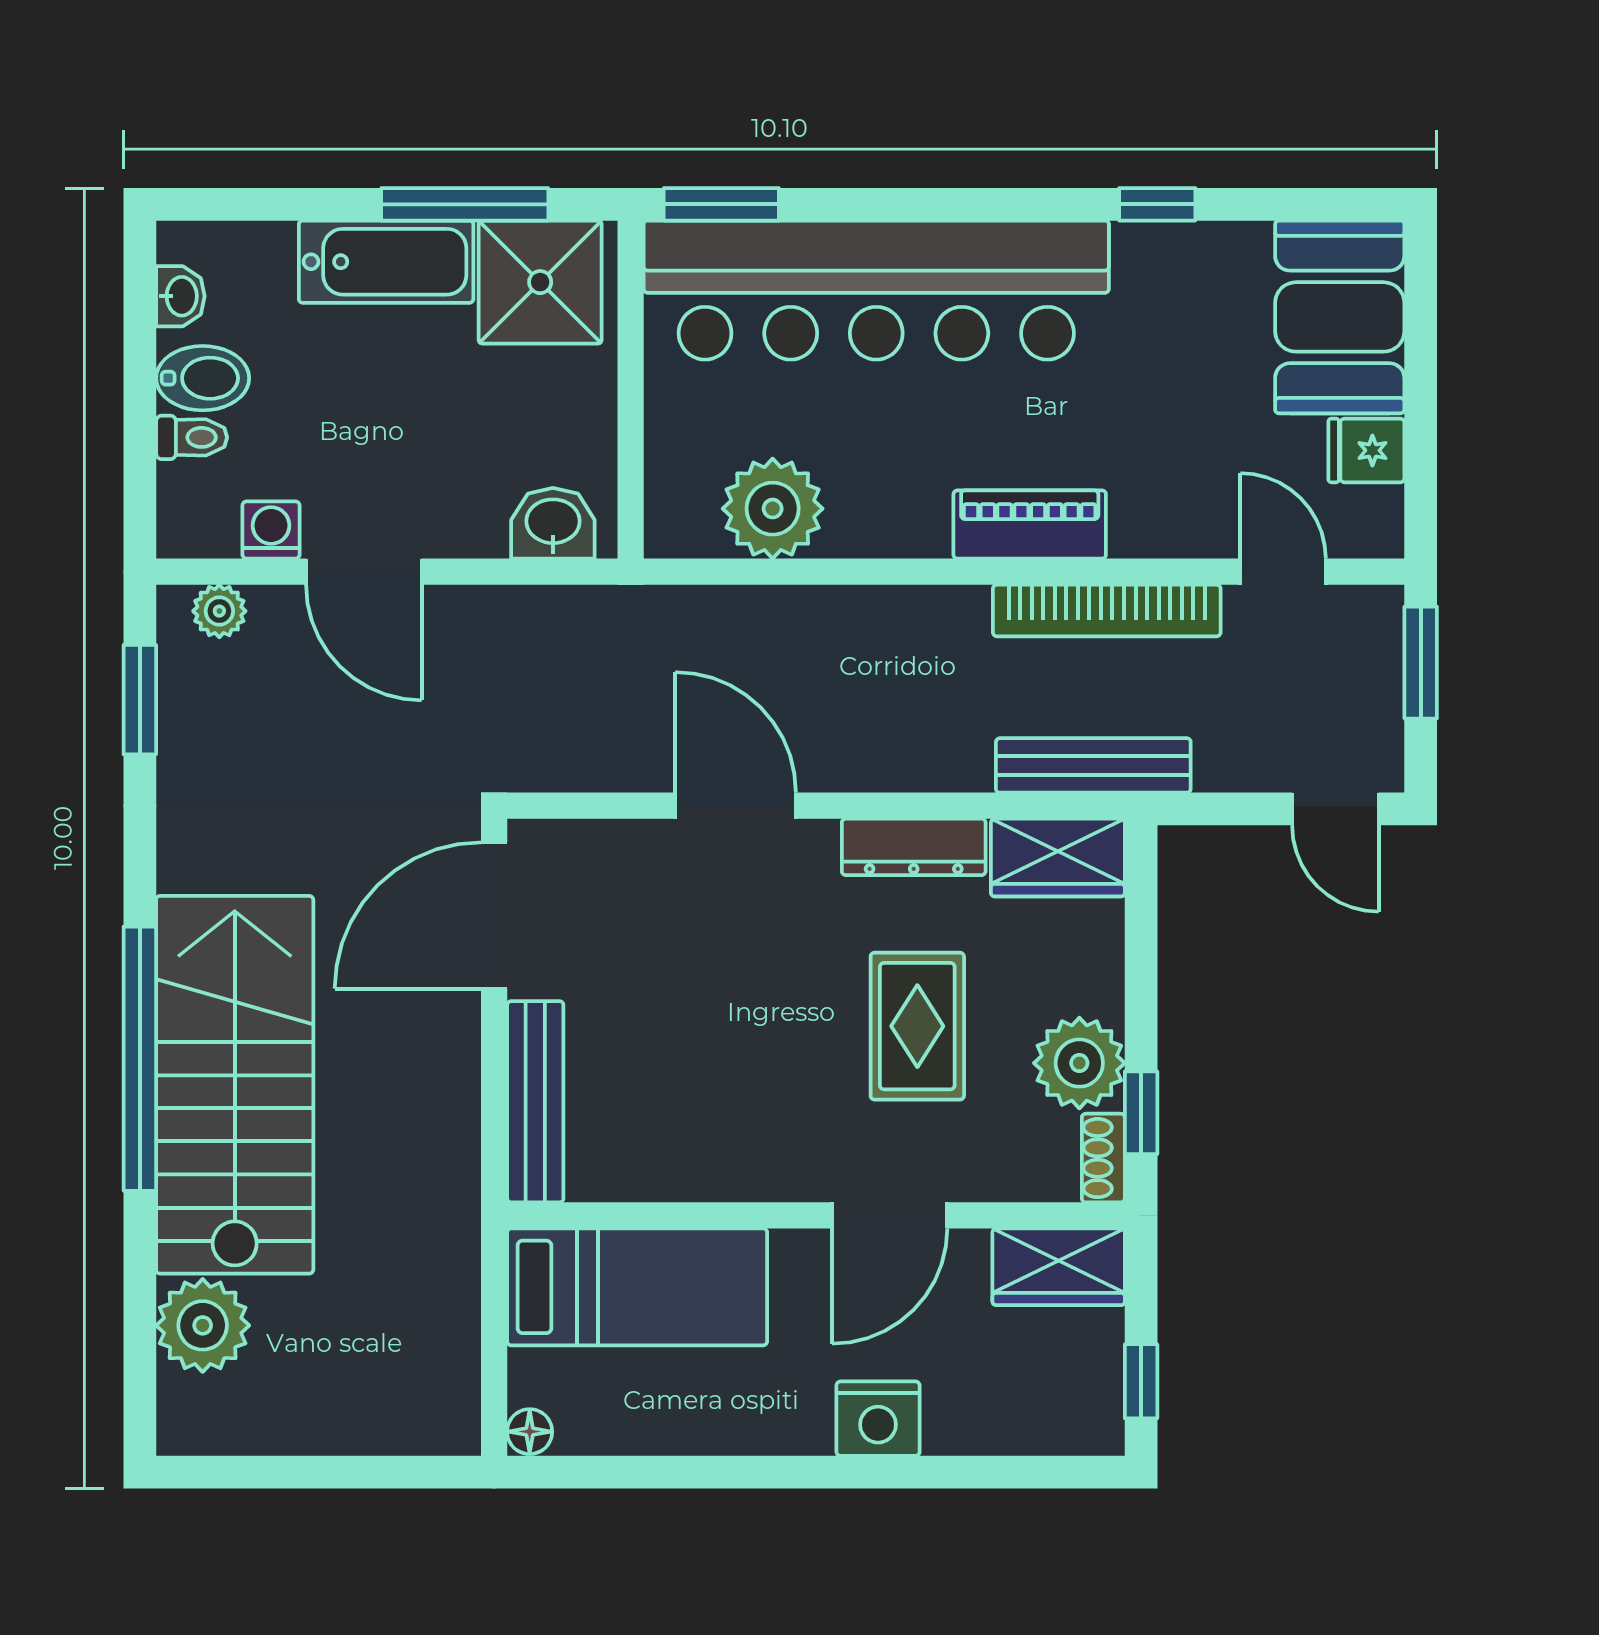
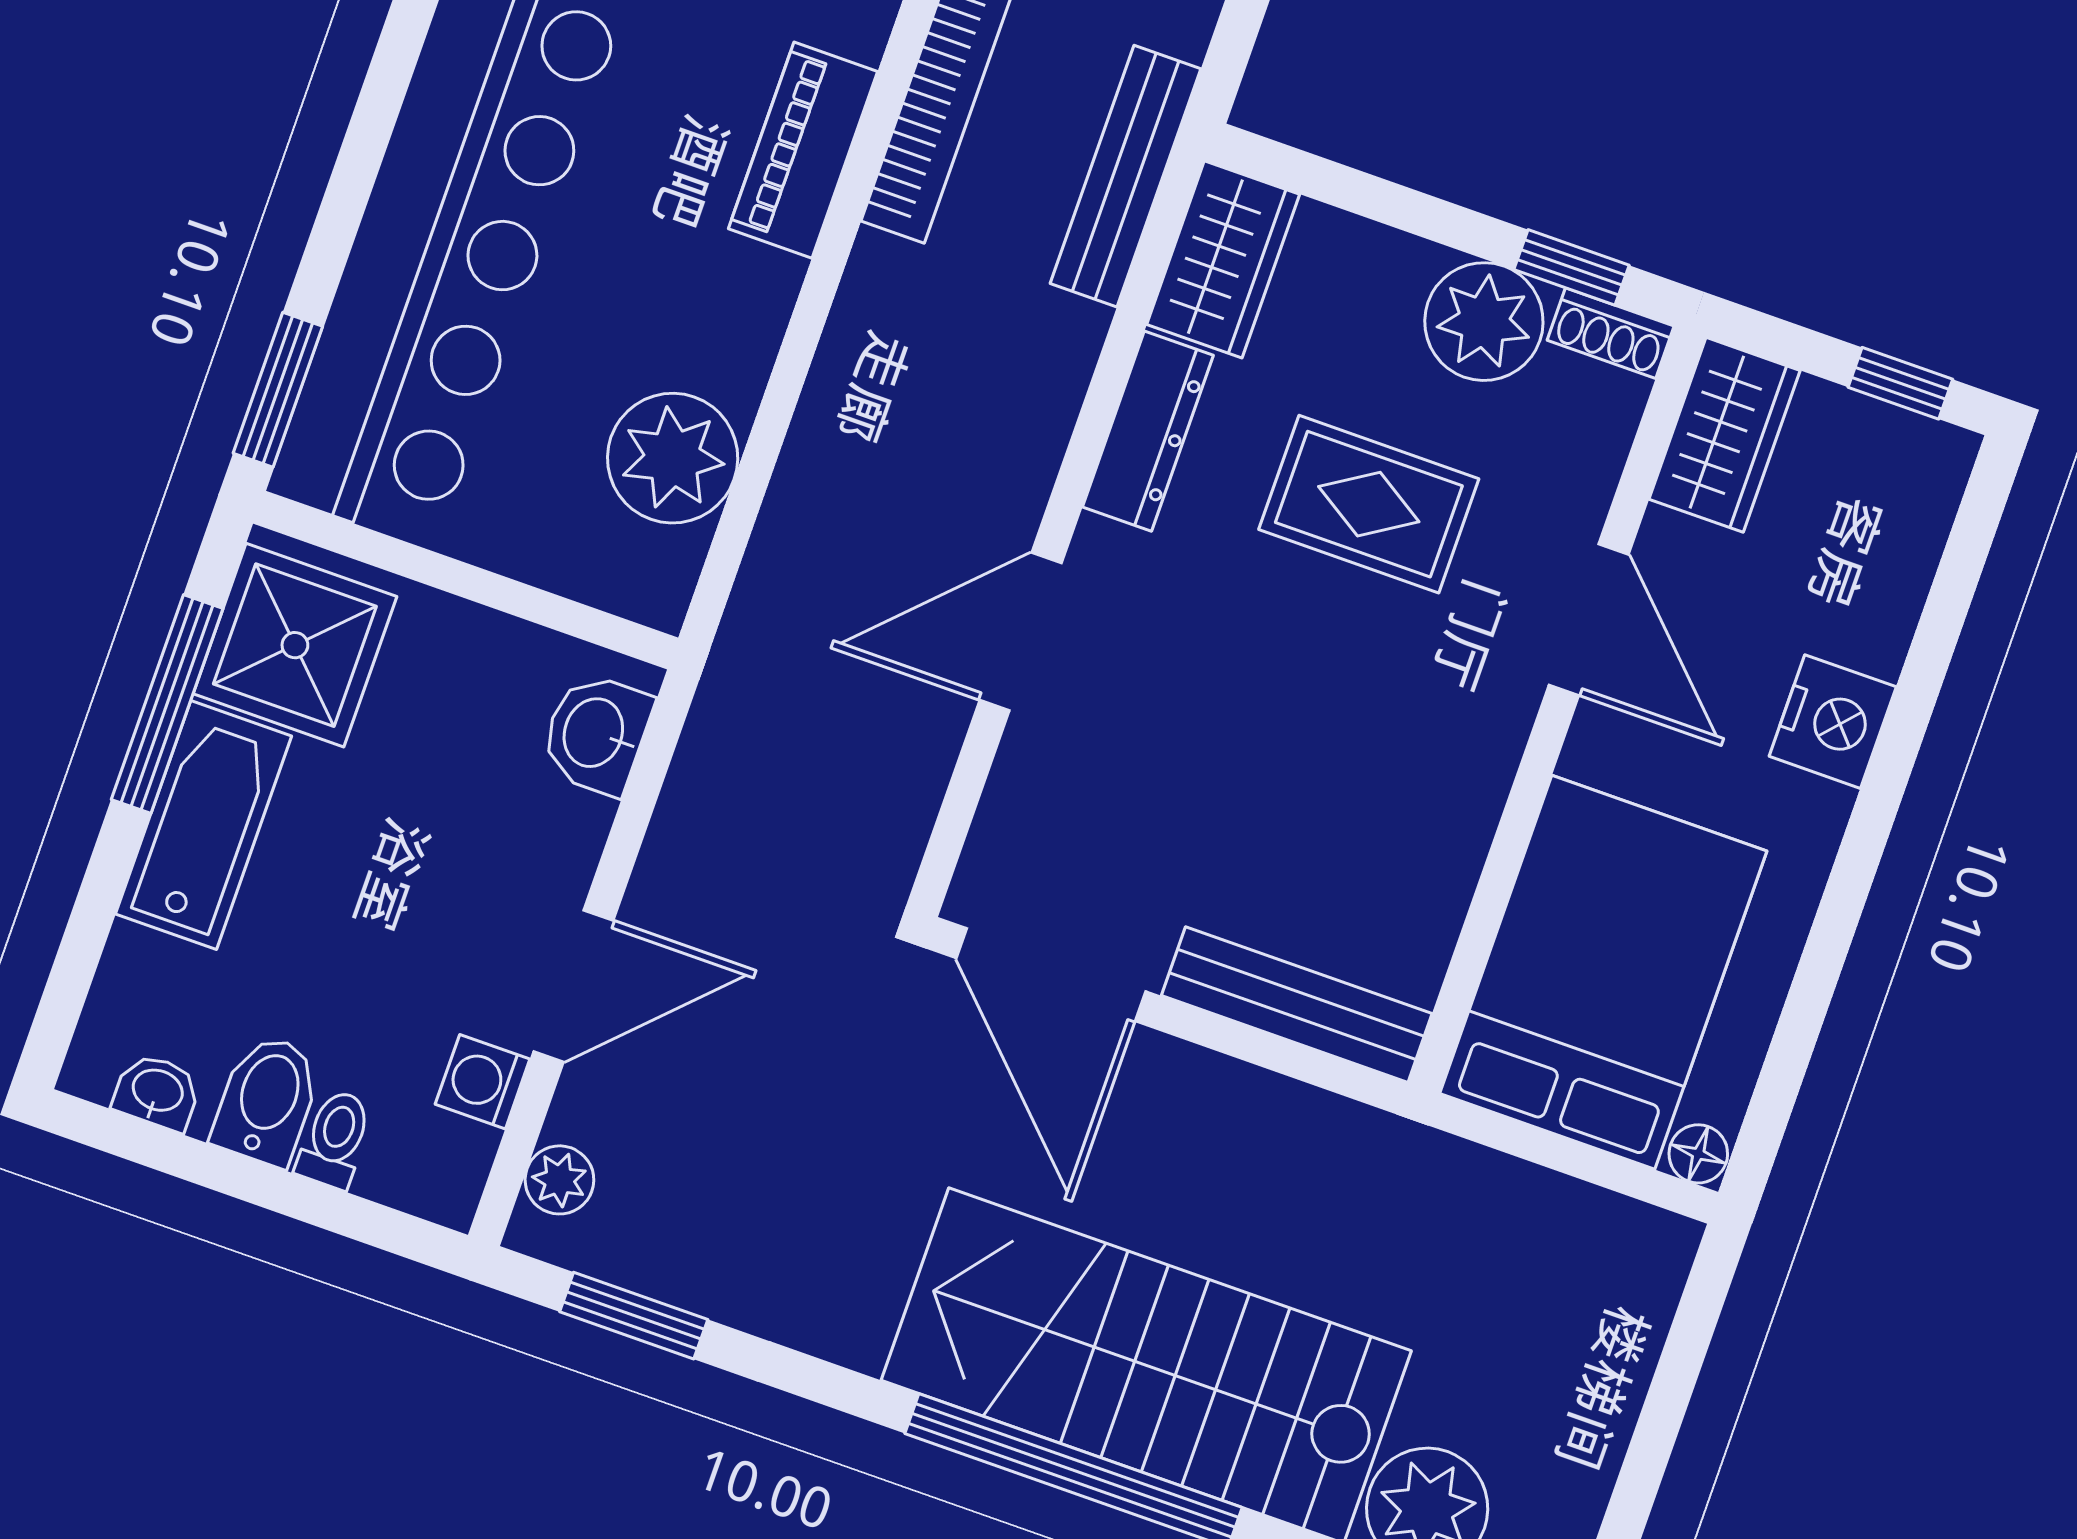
bed: (637, 1287) -> (1603, 972), width x1.50

